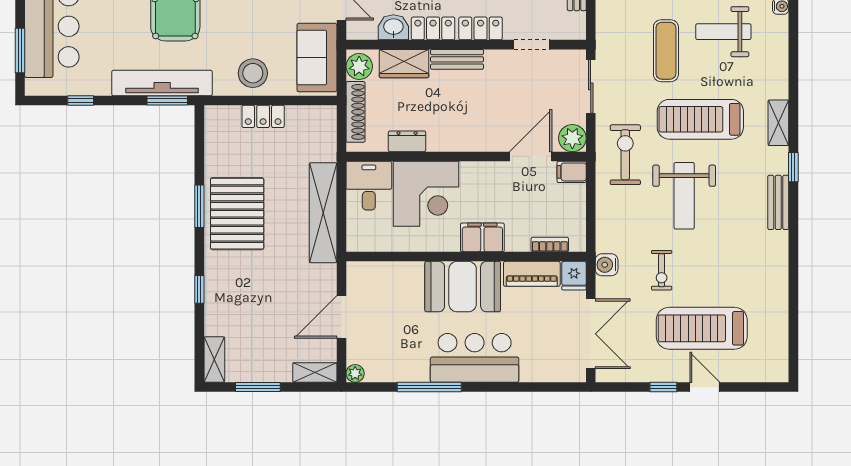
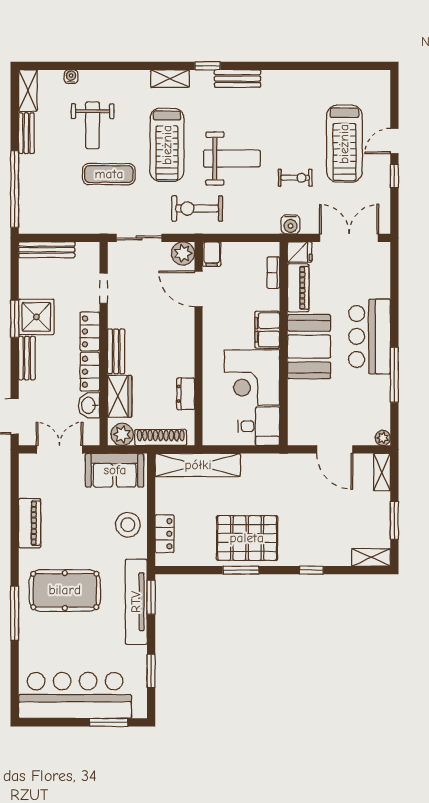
window: (81, 101) -> (151, 671), width x1.50
locker: (263, 116) -> (165, 534), moved
desk: (369, 186) -> (259, 426), moved, turned 180
corner desk: (426, 194) -> (252, 378), moved, turned 180
shelving: (323, 213) -> (198, 465), moved

